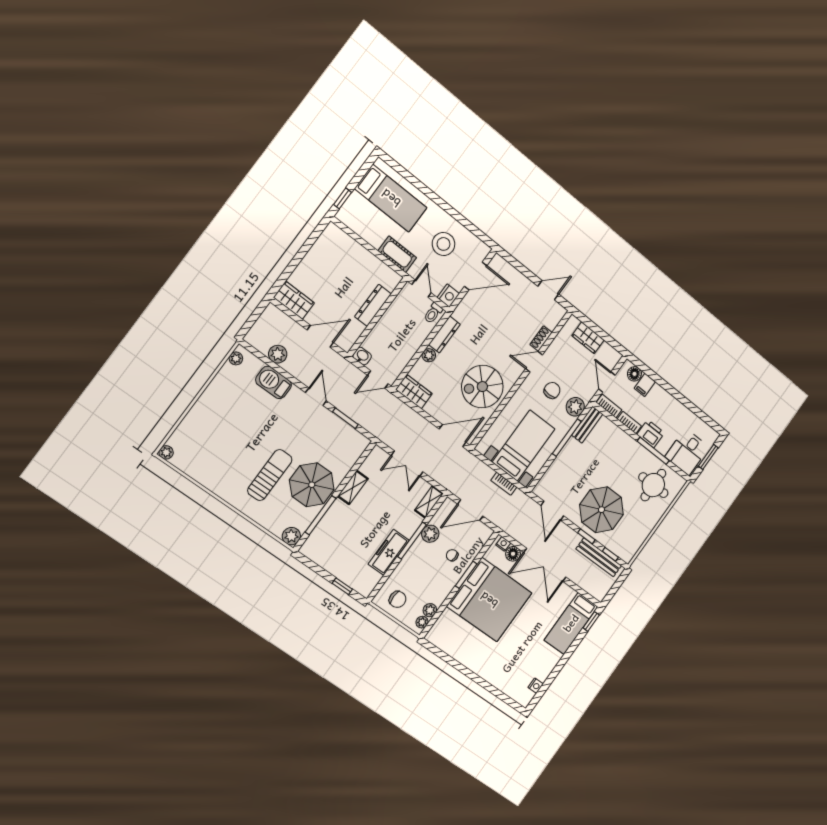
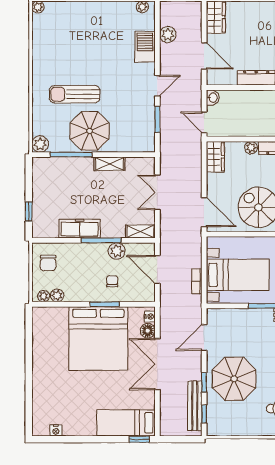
sun lounger: (270, 475) -> (75, 94), turned 180

